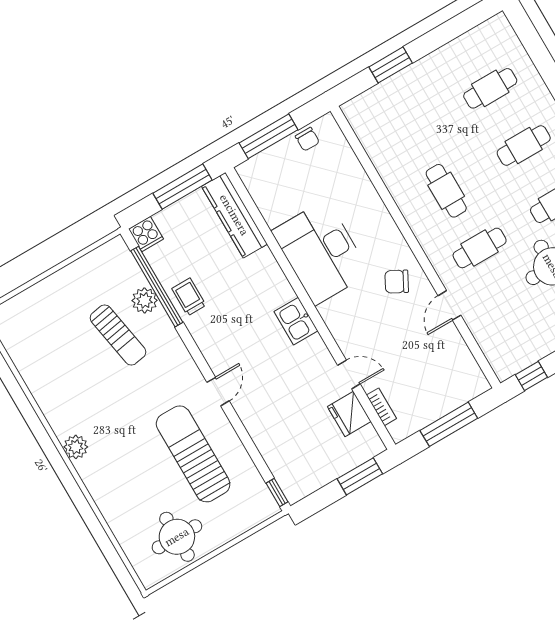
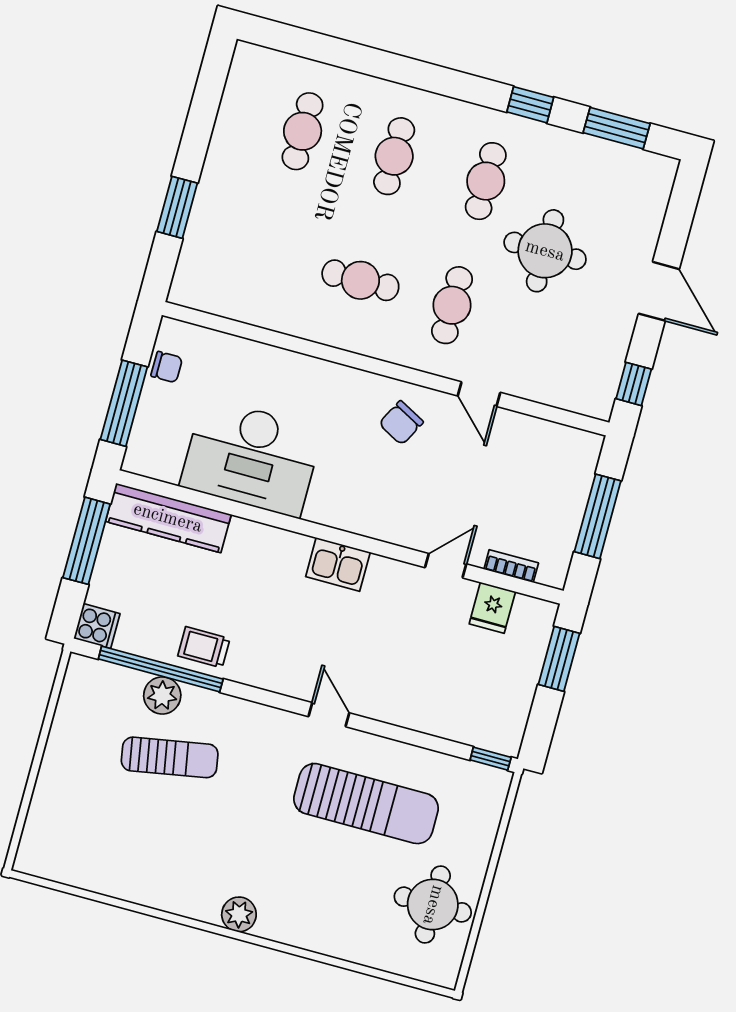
desk: (321, 252) -> (251, 457), moved
fridge: (349, 414) -> (492, 608), width x0.72
sun lounger: (193, 454) -> (366, 804), turned 180

